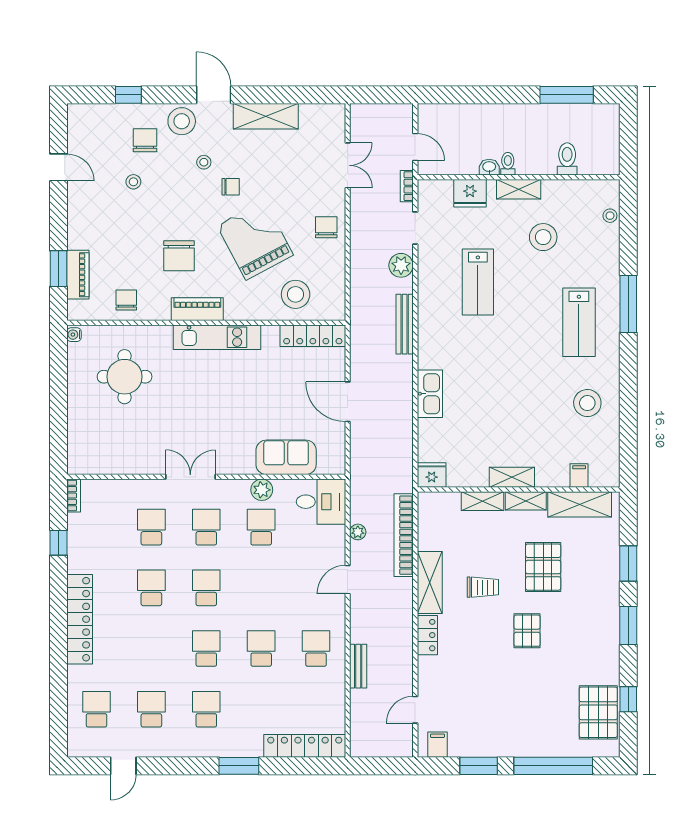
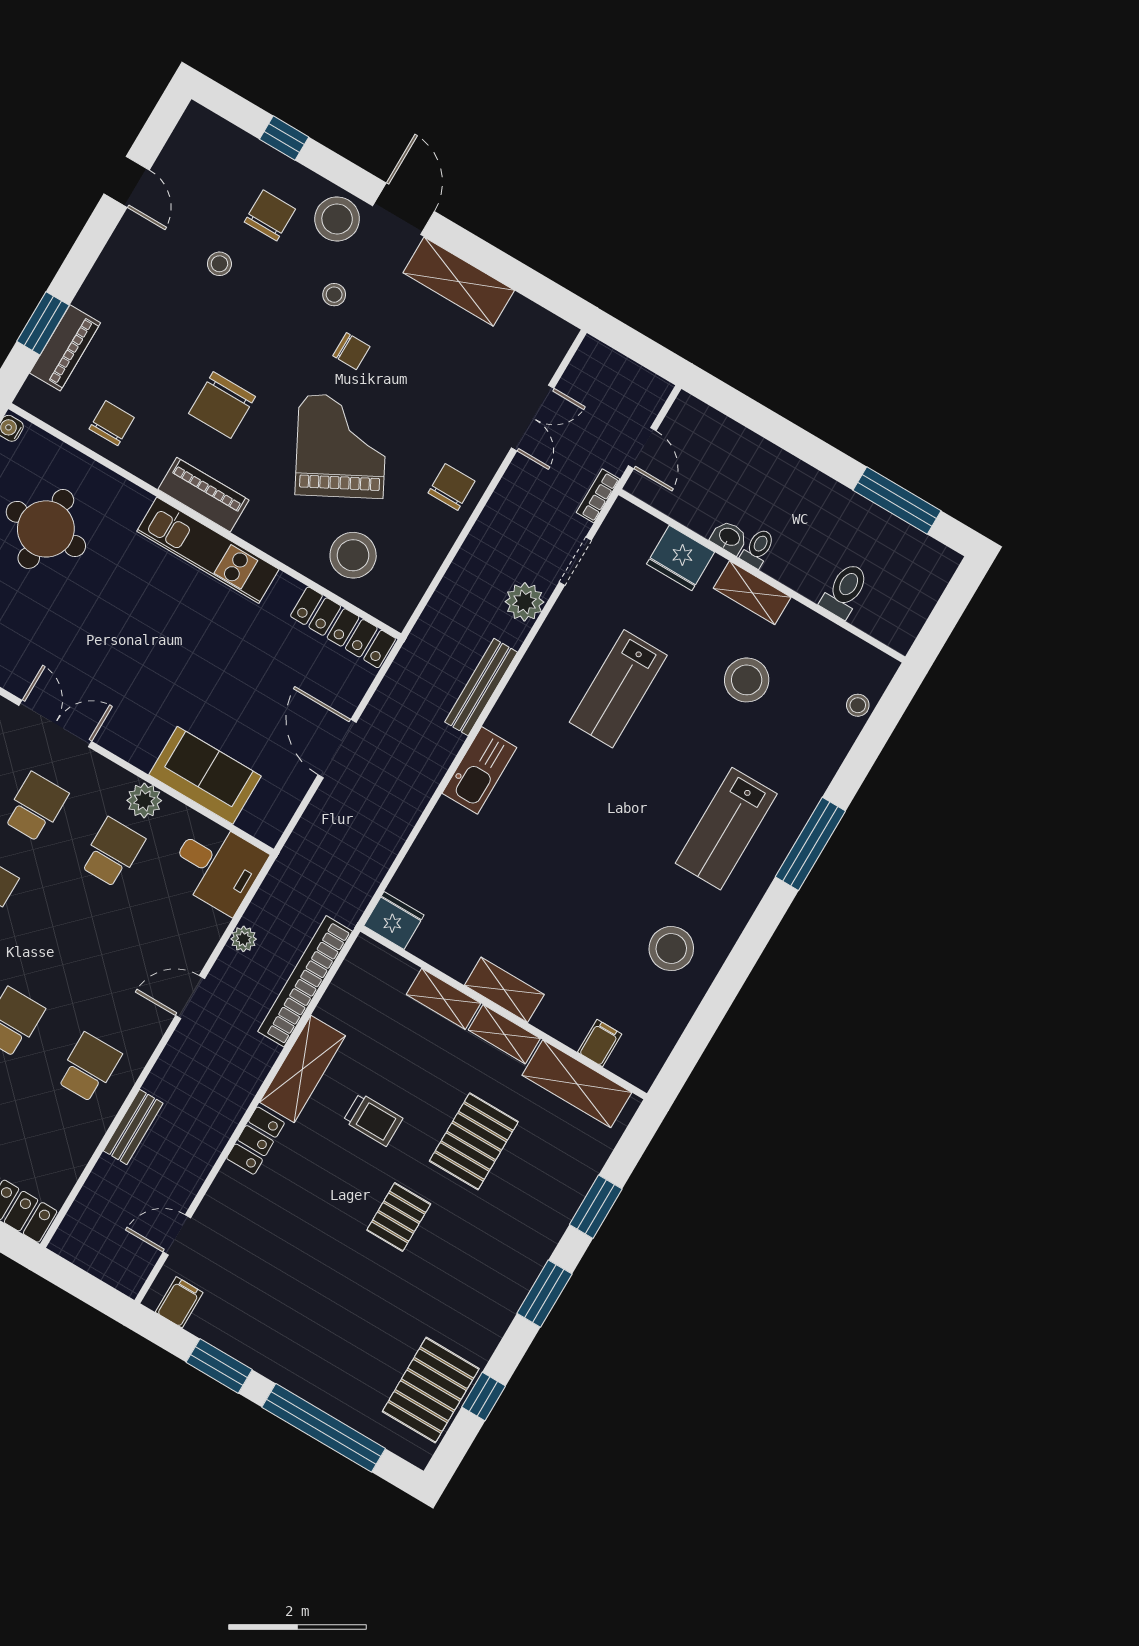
kitchen sink: (430, 394) -> (479, 770), moved

